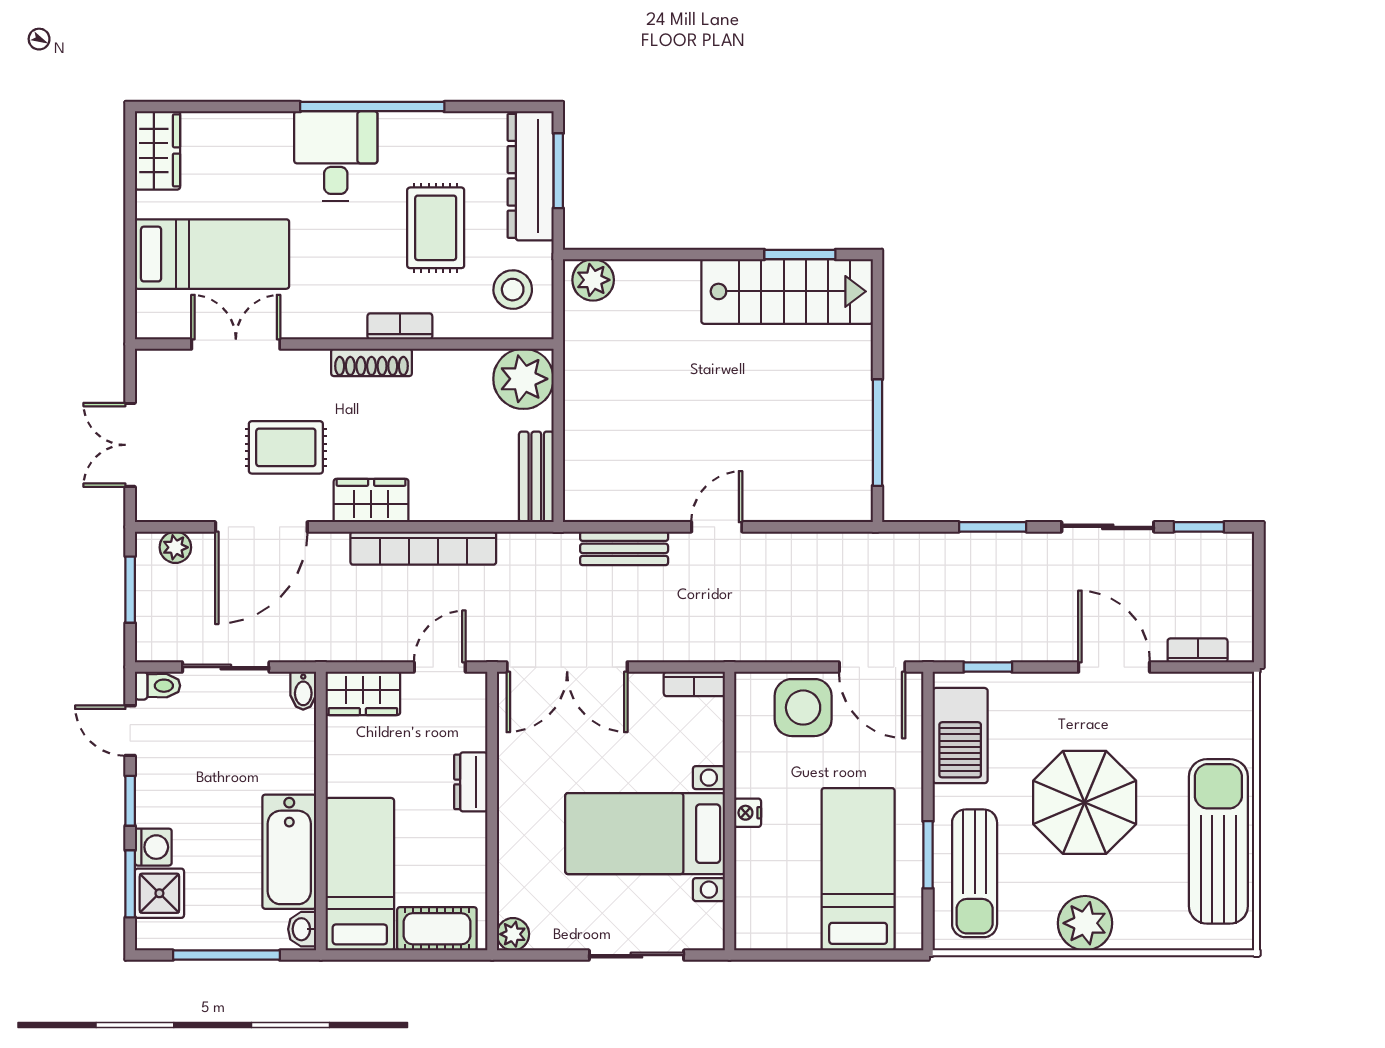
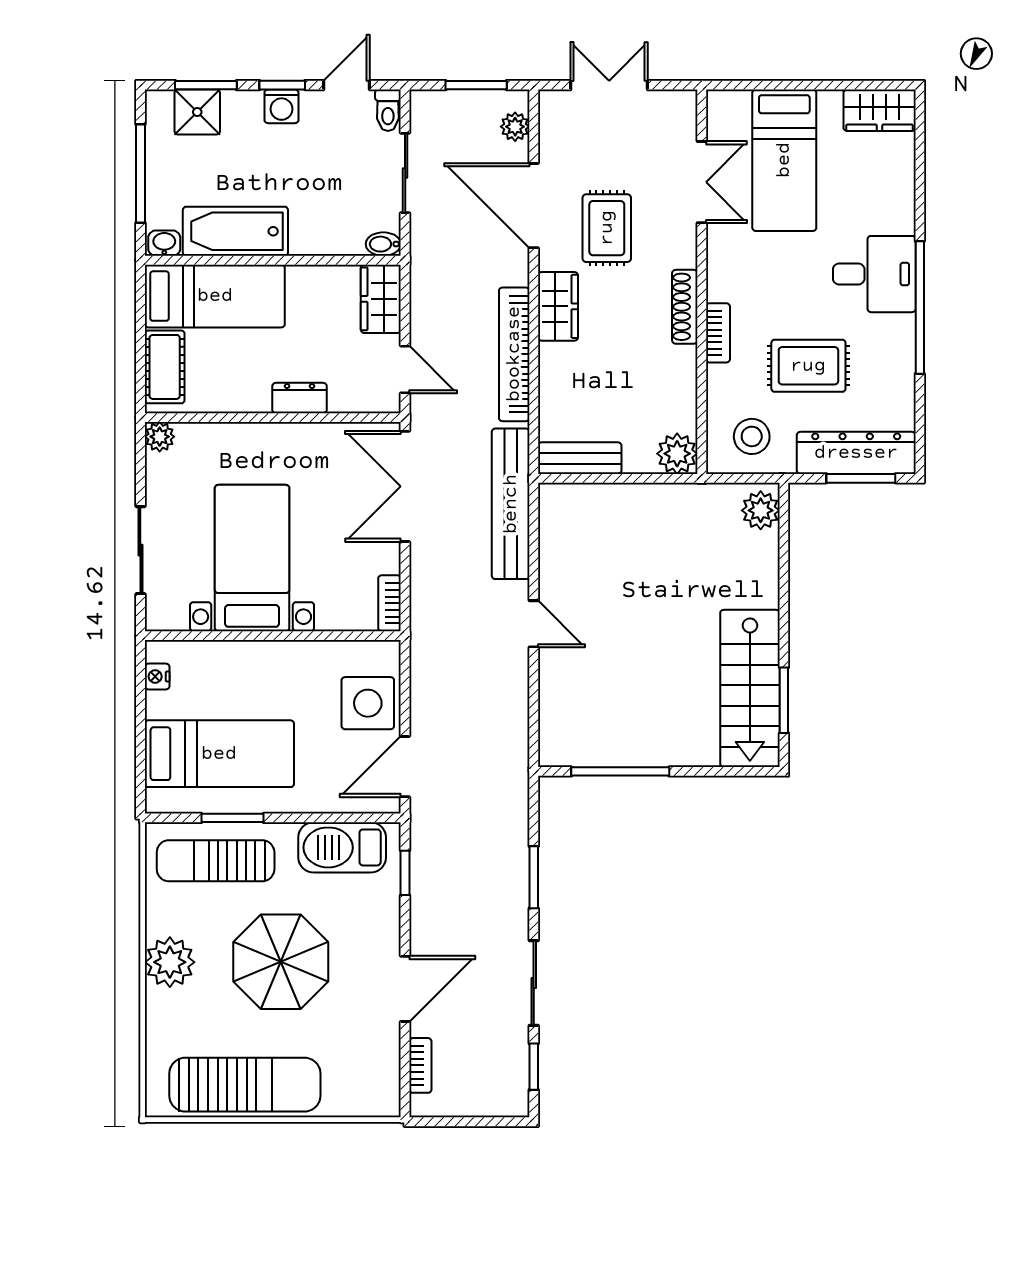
plant: (523, 379) -> (677, 454), width x0.73, depth x0.73
bench: (624, 548) -> (511, 504), width x1.86, depth x1.21
nightstand: (748, 813) -> (157, 676), moved, turned -90
washing machine: (153, 847) -> (281, 106), moved

